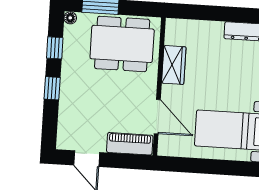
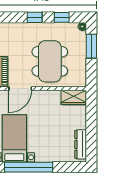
dining table: (122, 44) -> (50, 61), moved
wardrobe: (174, 65) -> (74, 97), moved

